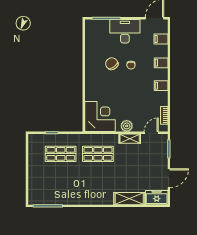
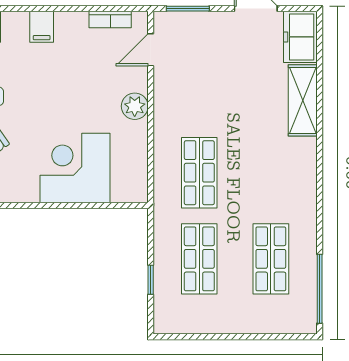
corner desk: (100, 117) -> (75, 168), moved
door: (151, 133) -> (151, 50), hinge flipped
shelving: (130, 139) -> (164, 99), removed
shop shelf: (61, 185) -> (271, 259), added

